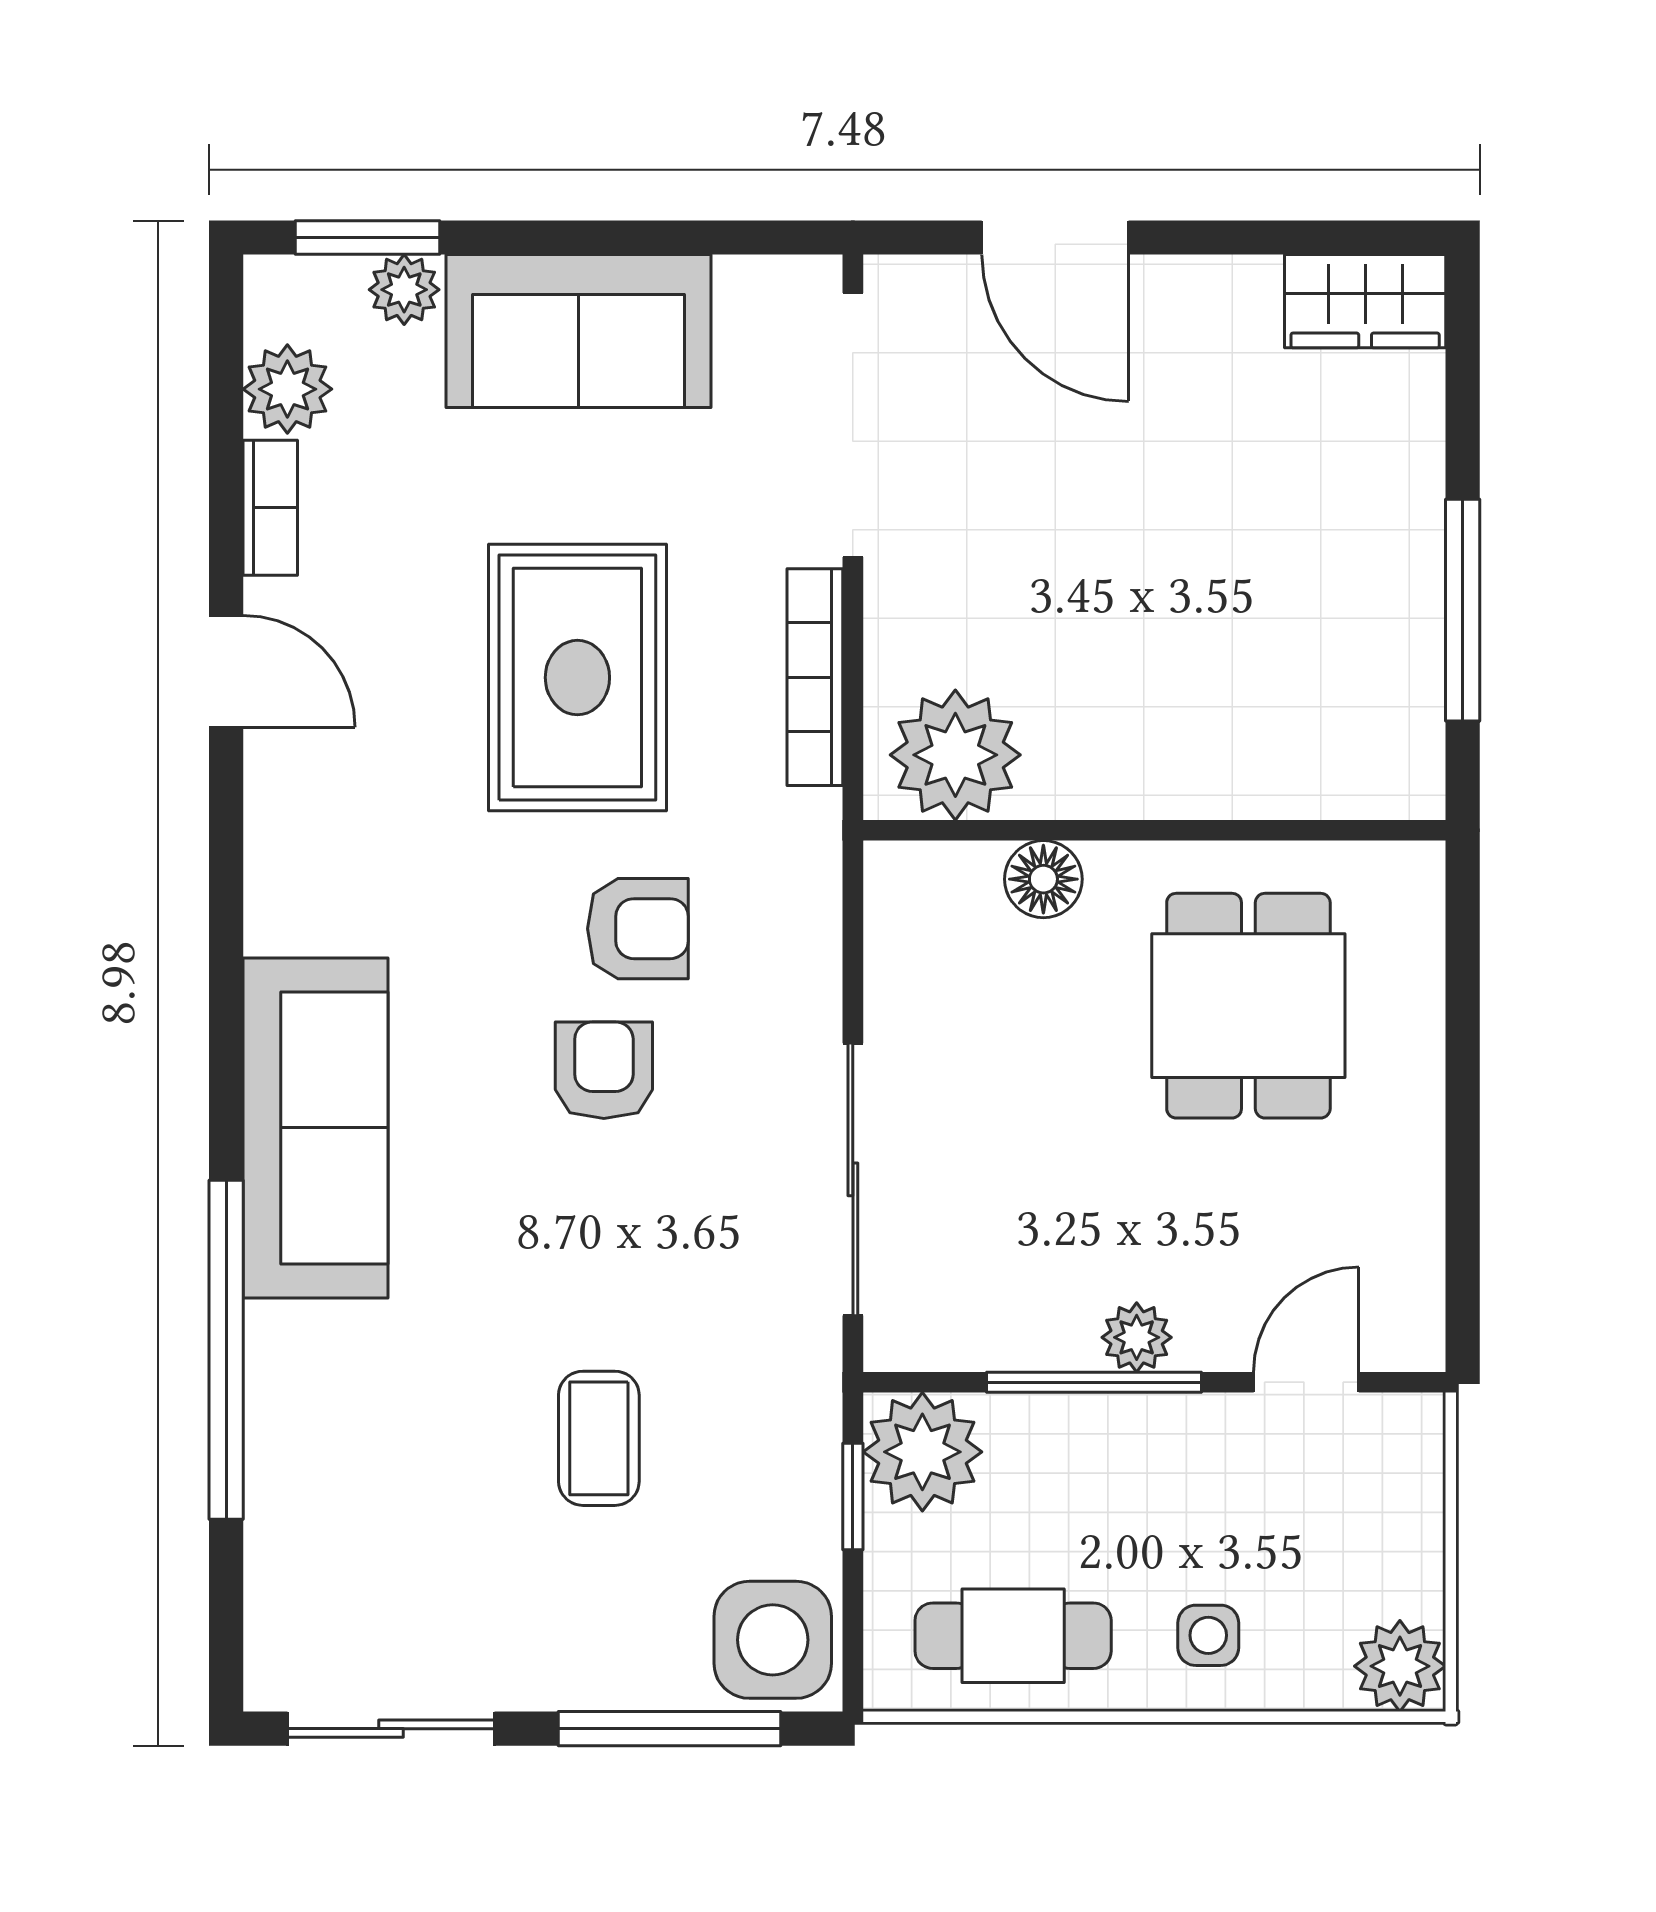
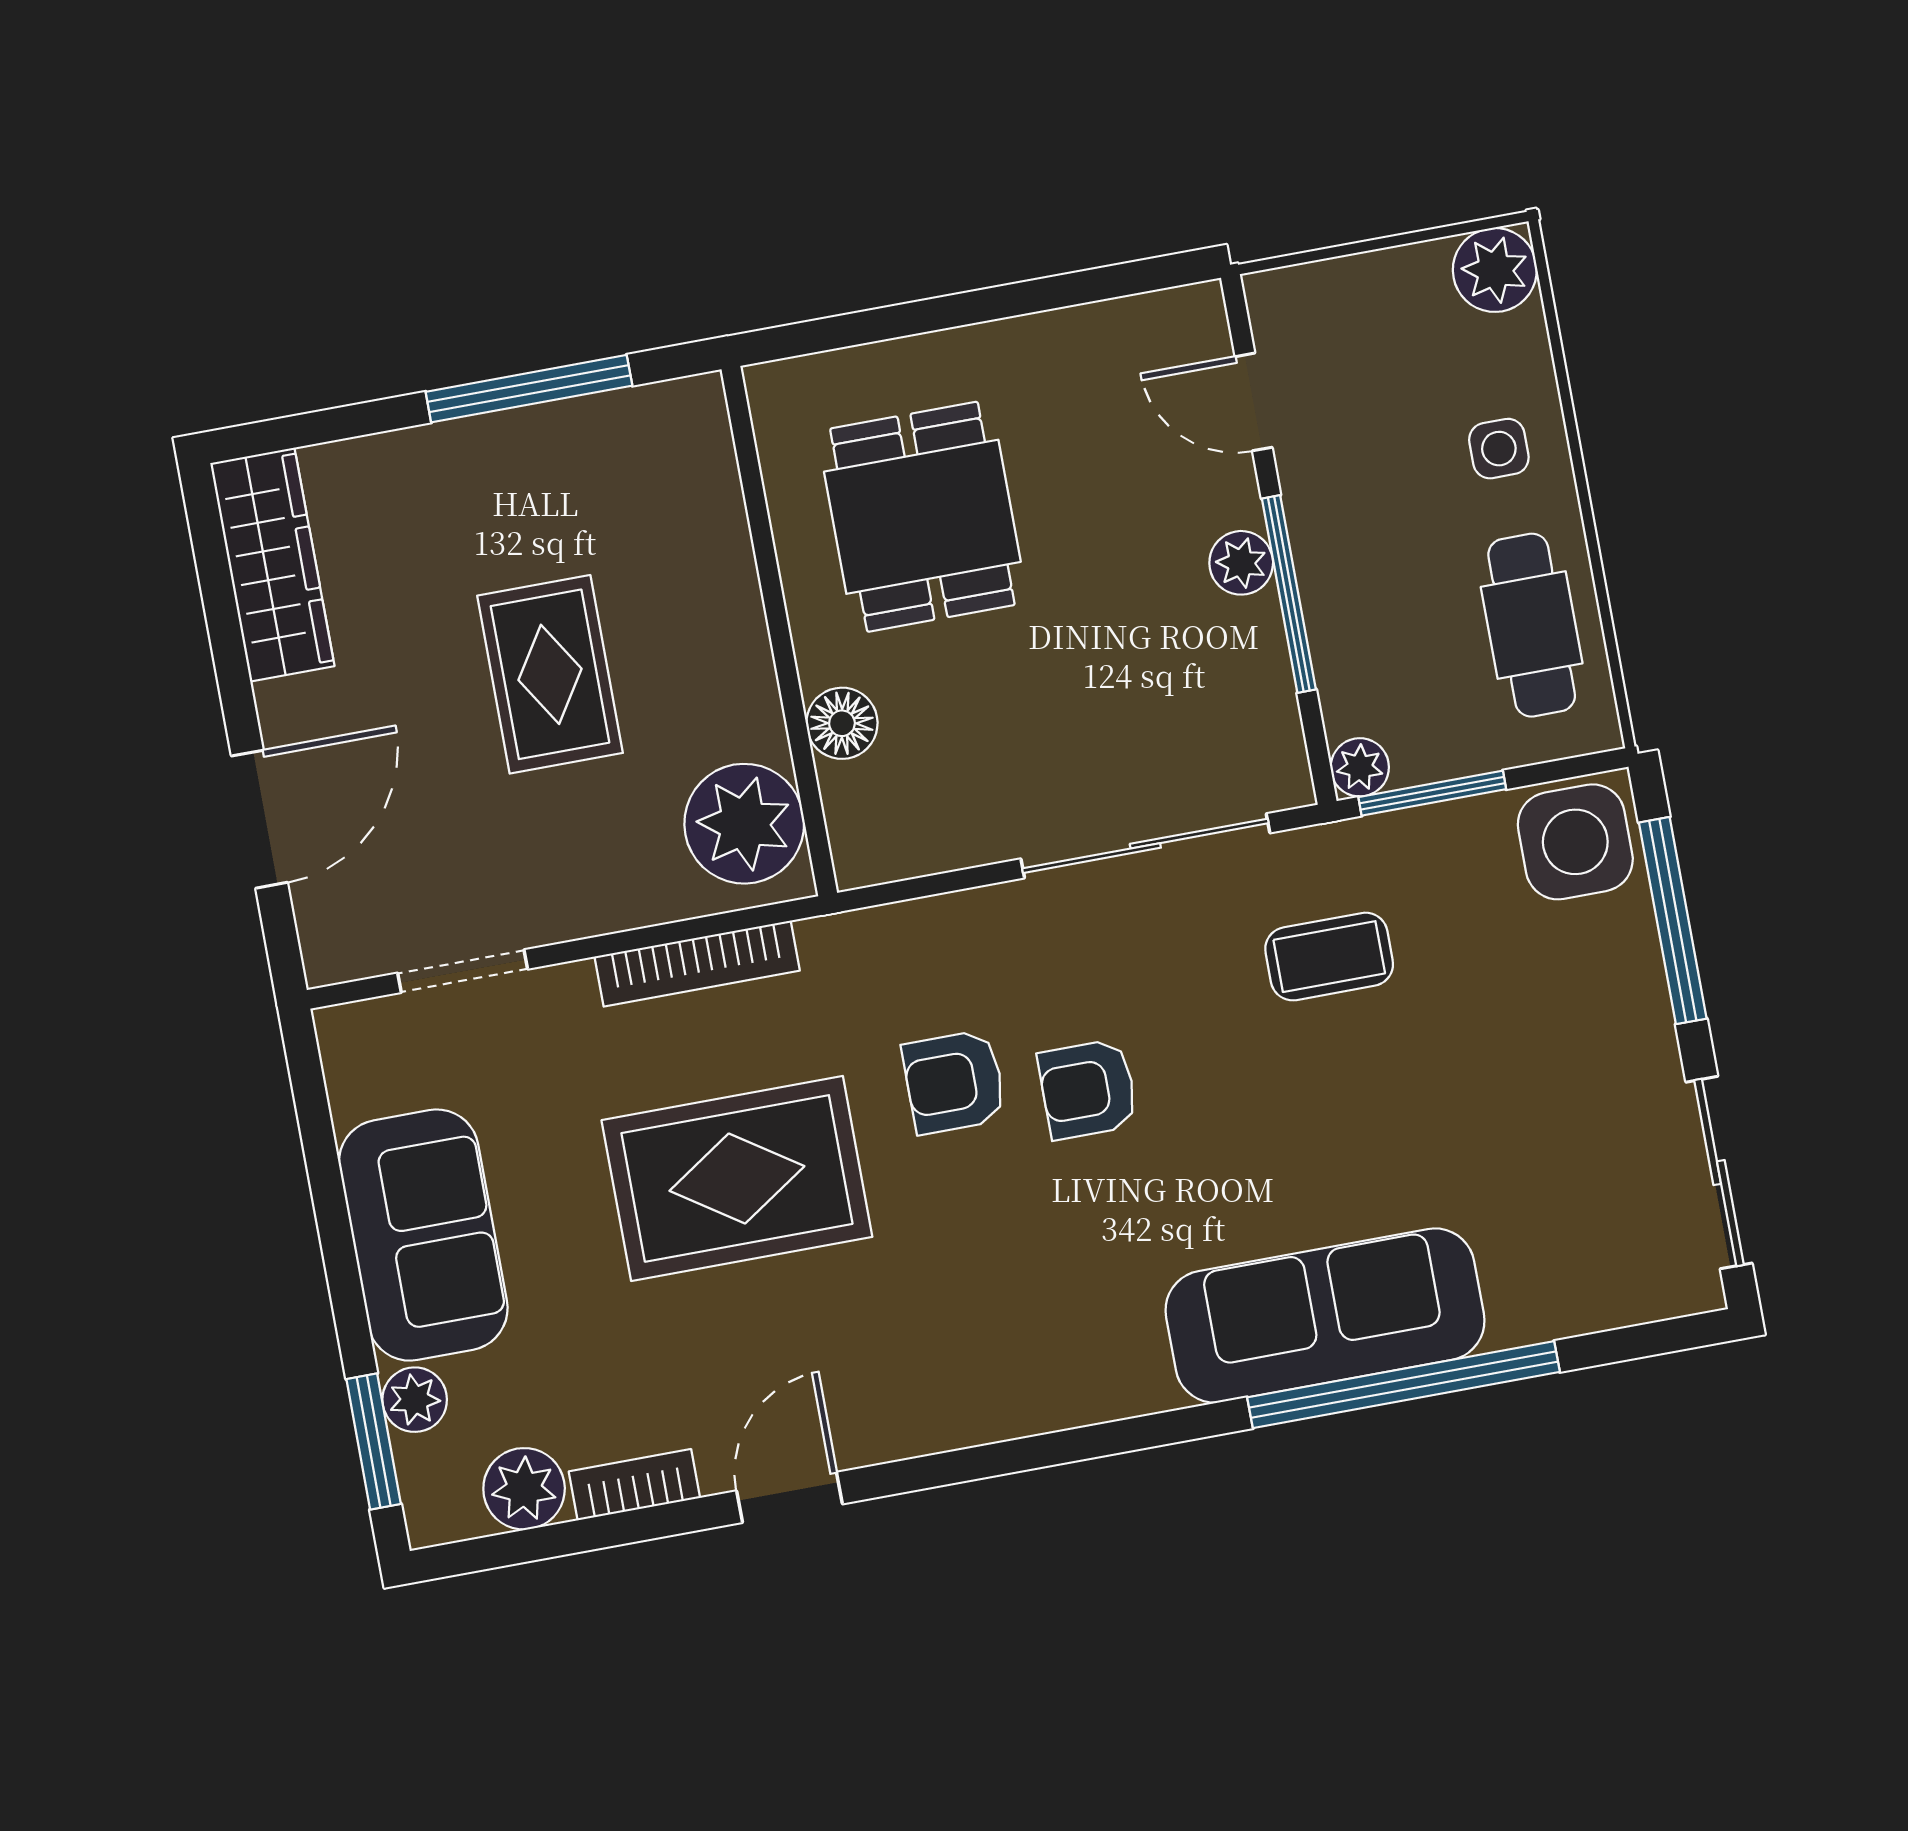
wardrobe: (1365, 301) -> (272, 565), width x1.50
doorway: (853, 425) -> (463, 971), width x0.53
rug: (1153, 577) -> (550, 674), added
armchair: (638, 929) -> (954, 1082), turned -90
dining table: (1248, 1006) -> (922, 517), turned 90
sofa: (315, 1128) -> (1325, 1316), moved
coffee table: (599, 1438) -> (1329, 957), moved
plant: (922, 1452) -> (1360, 767), width x0.53, depth x0.53
window: (853, 1497) -> (1432, 793), width x1.50

